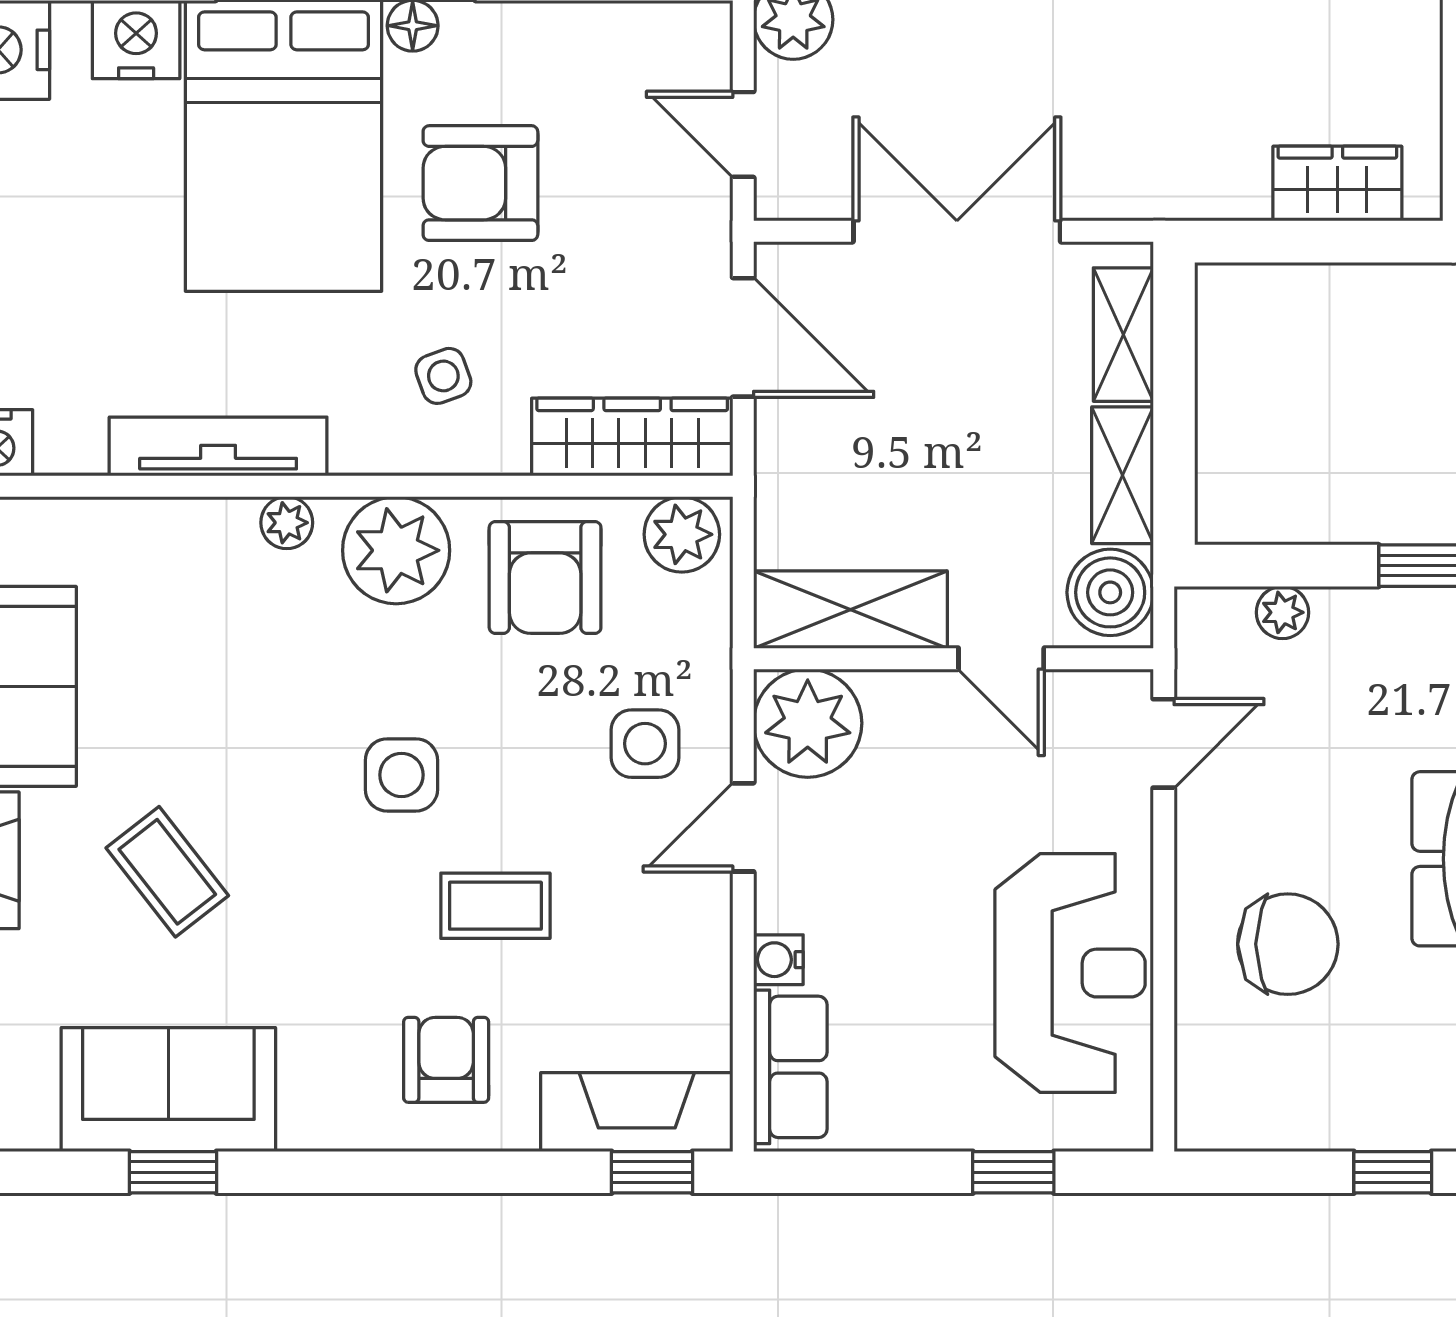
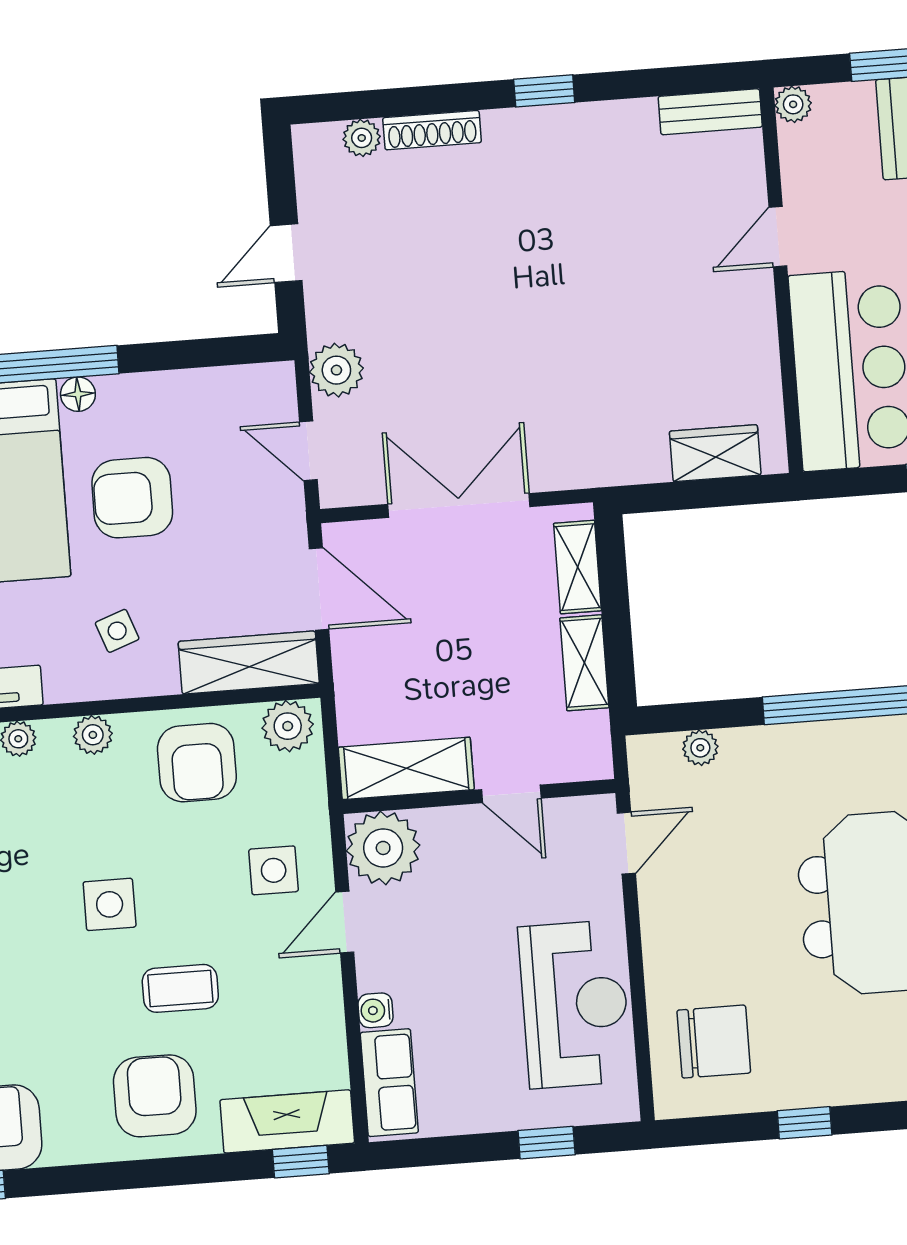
plant: (396, 550) -> (93, 735), width x0.53, depth x0.53
boiler: (1110, 592) -> (582, 743), removed
chair: (1288, 944) -> (714, 1042), moved
armchair: (446, 1060) -> (155, 1096), width x1.38, depth x1.38

